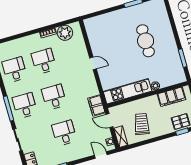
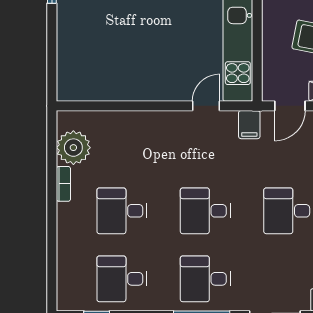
door: (93, 63) -> (206, 106), moved
filing cabinet: (96, 105) -> (249, 125), width x0.50

